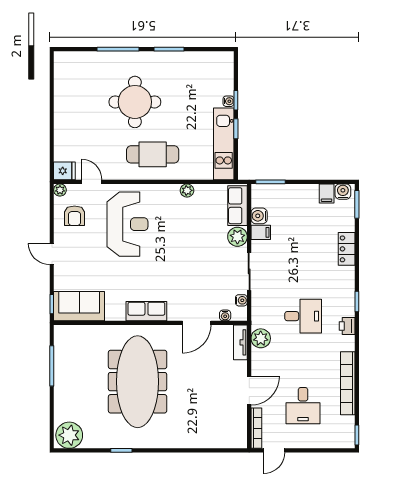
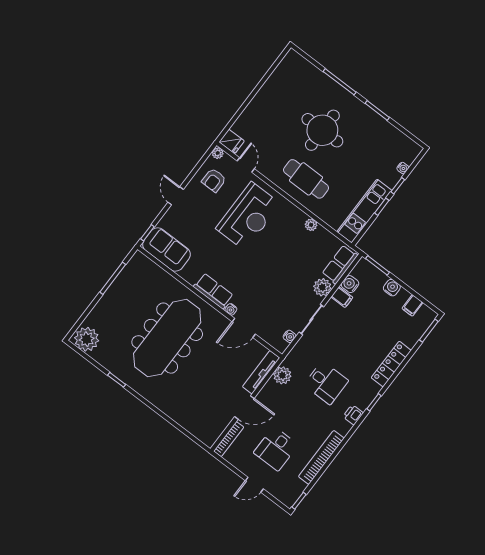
water cooler: (228, 101) -> (403, 168), moved
water cooler: (343, 192) -> (392, 288), moved
locker: (347, 249) -> (391, 364), width x1.53
water cooler: (225, 315) -> (231, 309), moved
tv unit: (240, 342) -> (261, 372), width x1.41
door: (274, 450) -> (254, 485), moved

